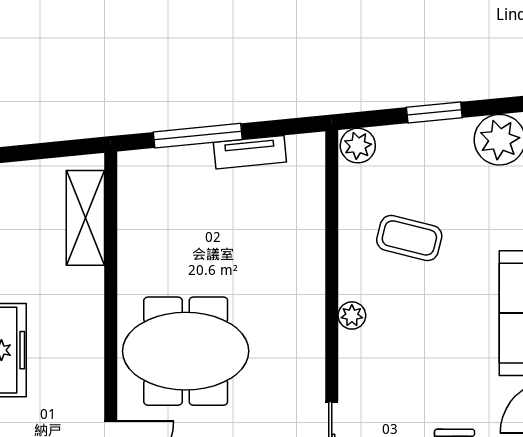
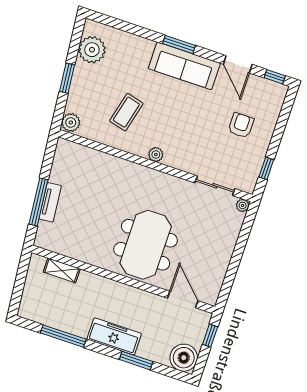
tv unit: (250, 152) -> (50, 202), moved
shelving: (85, 218) -> (62, 270), width x0.67, depth x0.75

